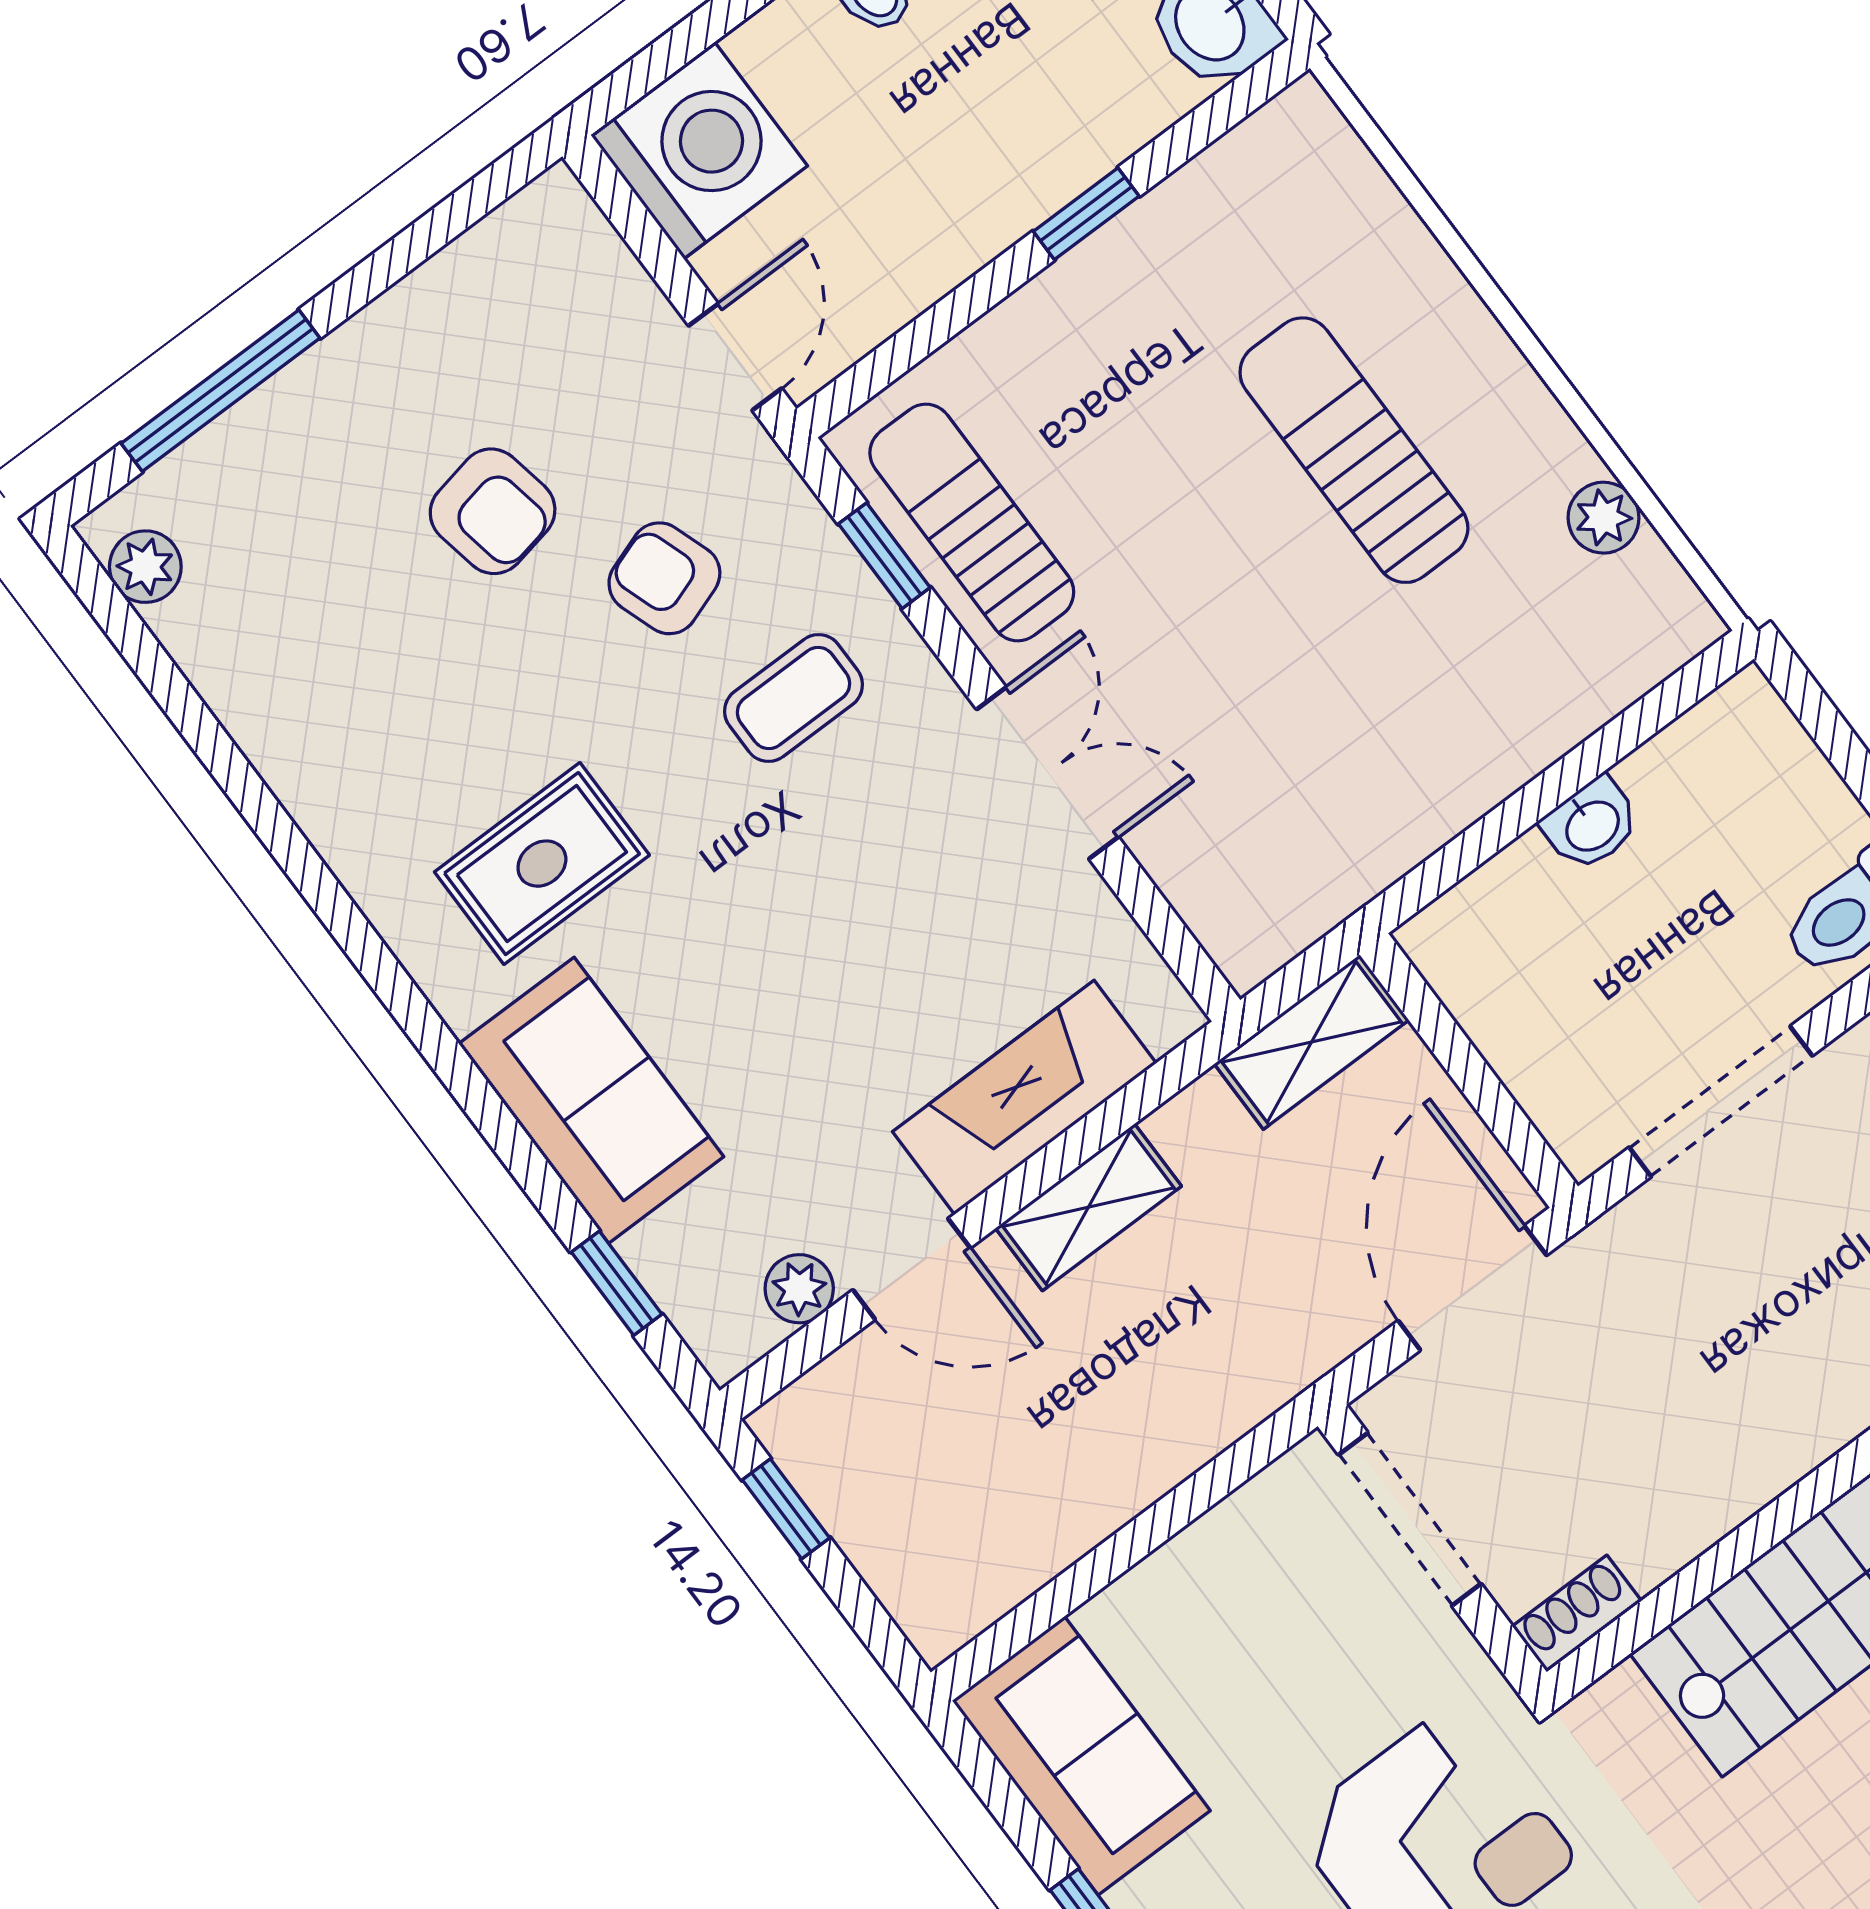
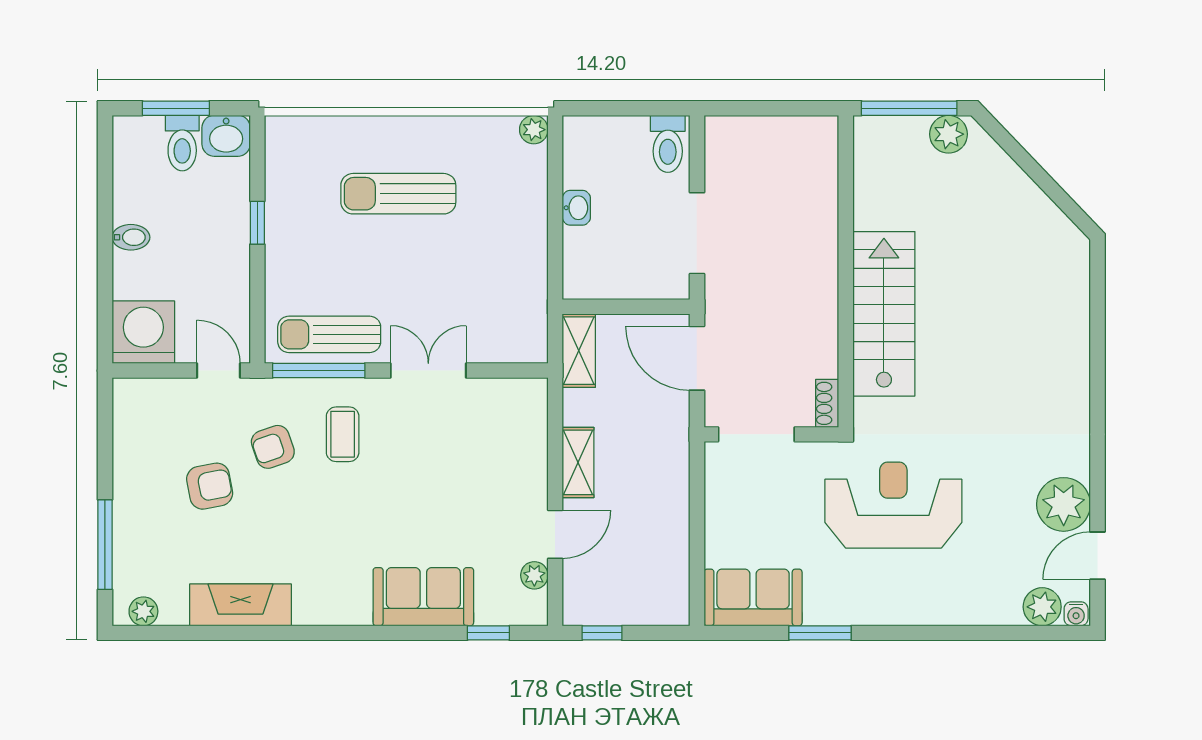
plant: (1604, 518) -> (534, 130), moved
window: (884, 556) -> (319, 371), width x2.17
rug: (542, 864) -> (335, 555), removed
fireplace: (1024, 1097) -> (240, 605), moved, turned 90

